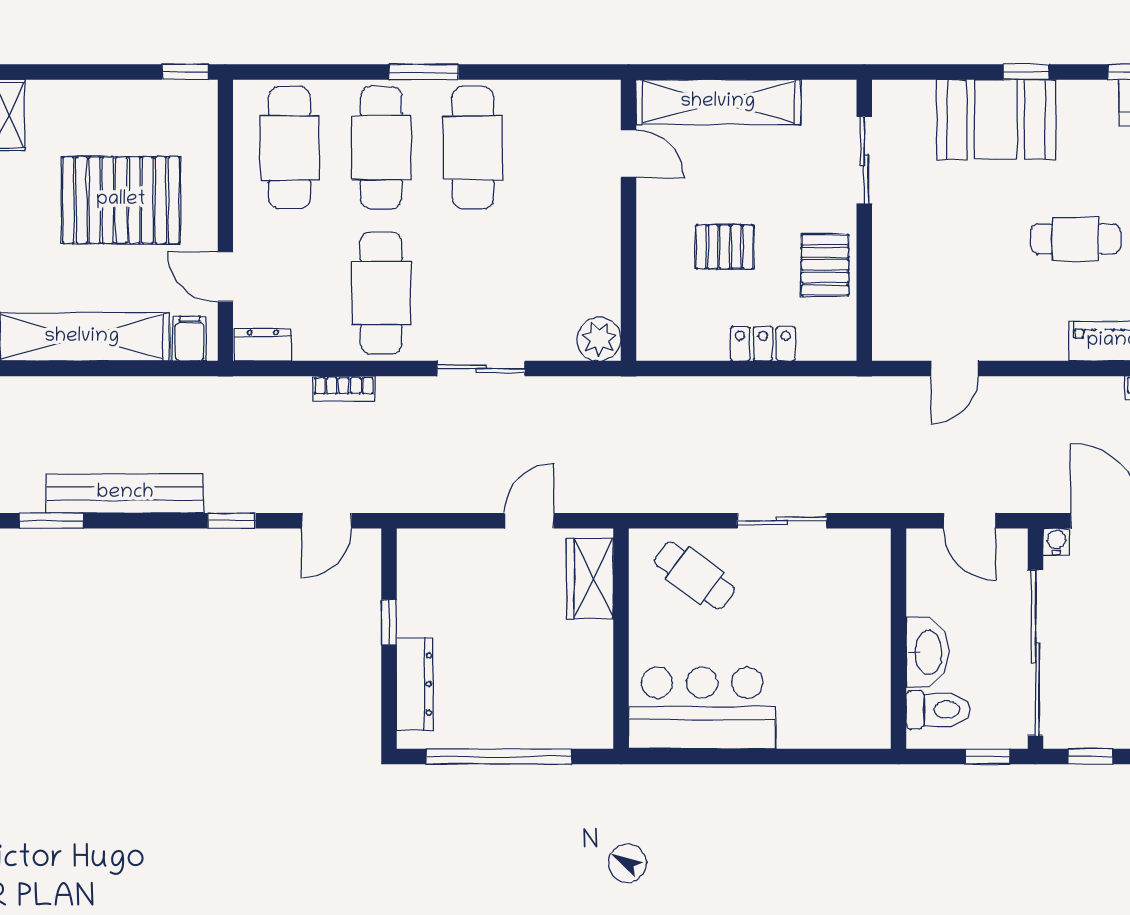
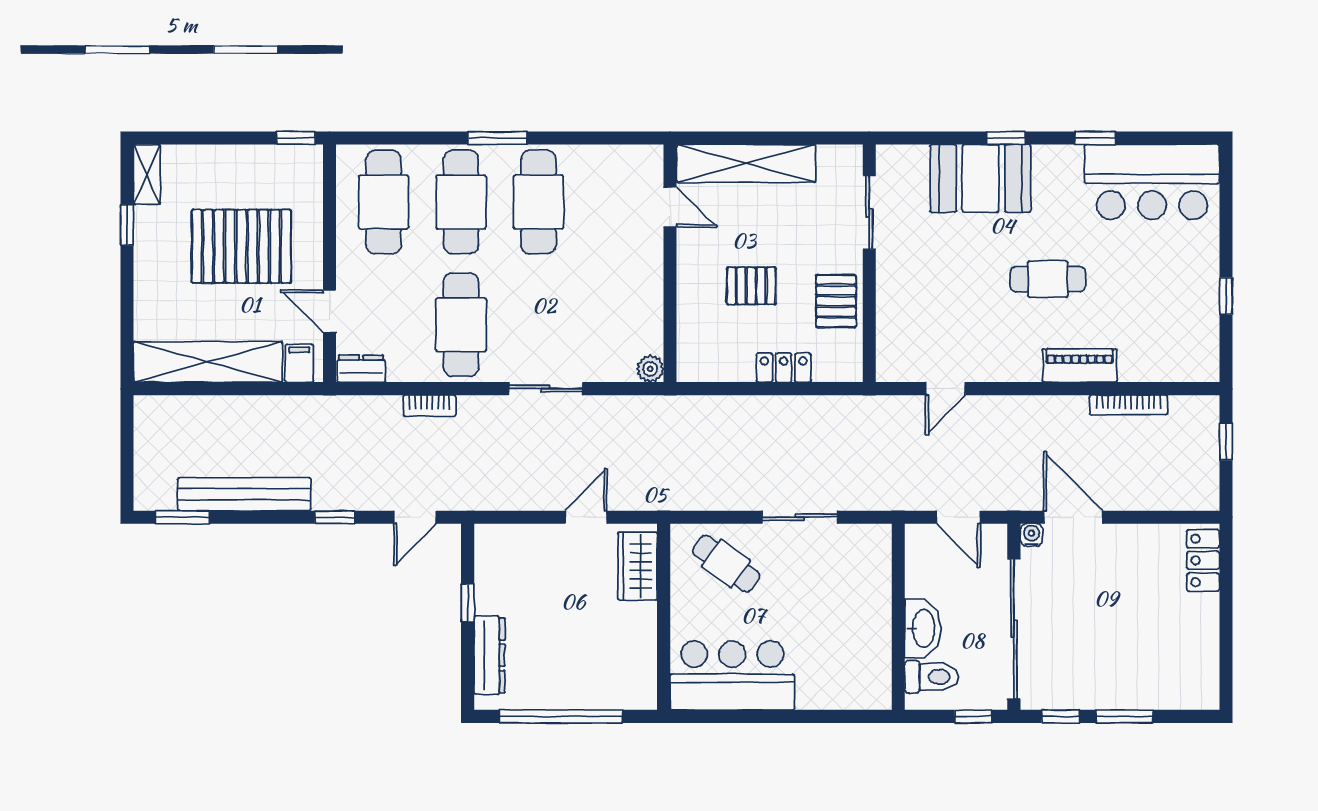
plant: (599, 339) -> (650, 369), width x0.73, depth x0.73

